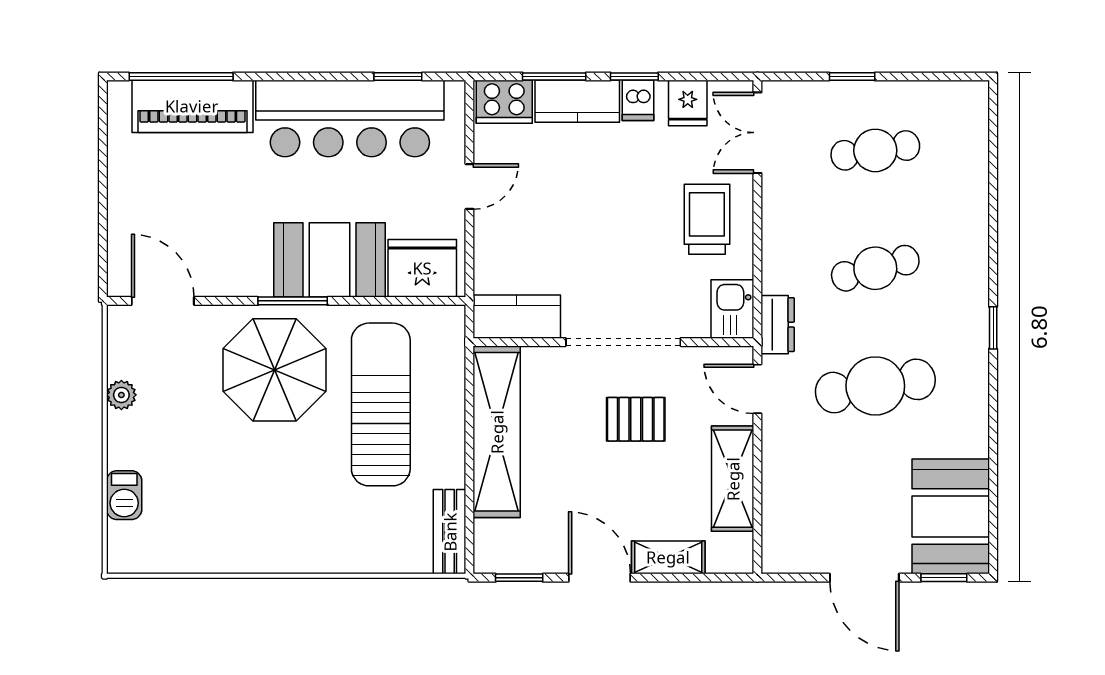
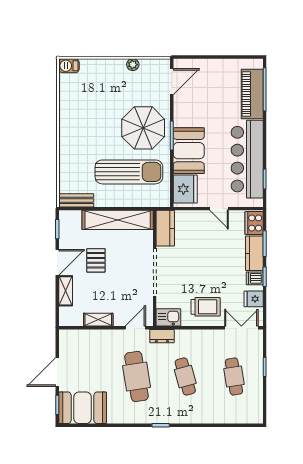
pallet: (636, 419) -> (96, 260), moved
shelving: (733, 479) -> (98, 320), width x0.67, depth x0.75
barbecue: (124, 495) -> (69, 66), moved

